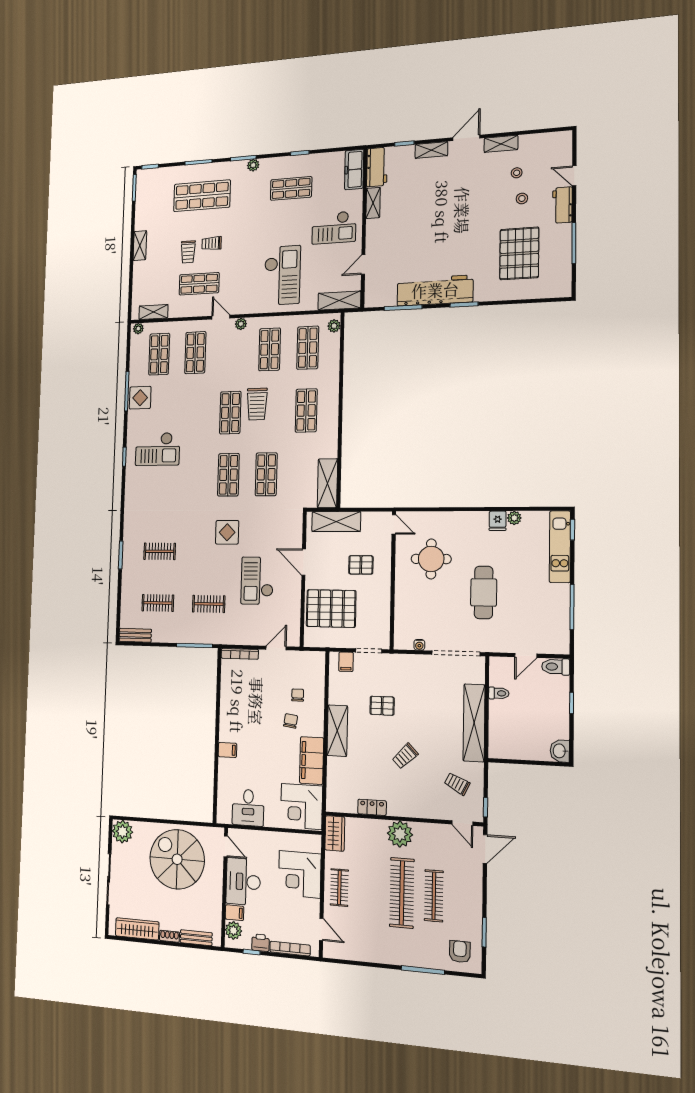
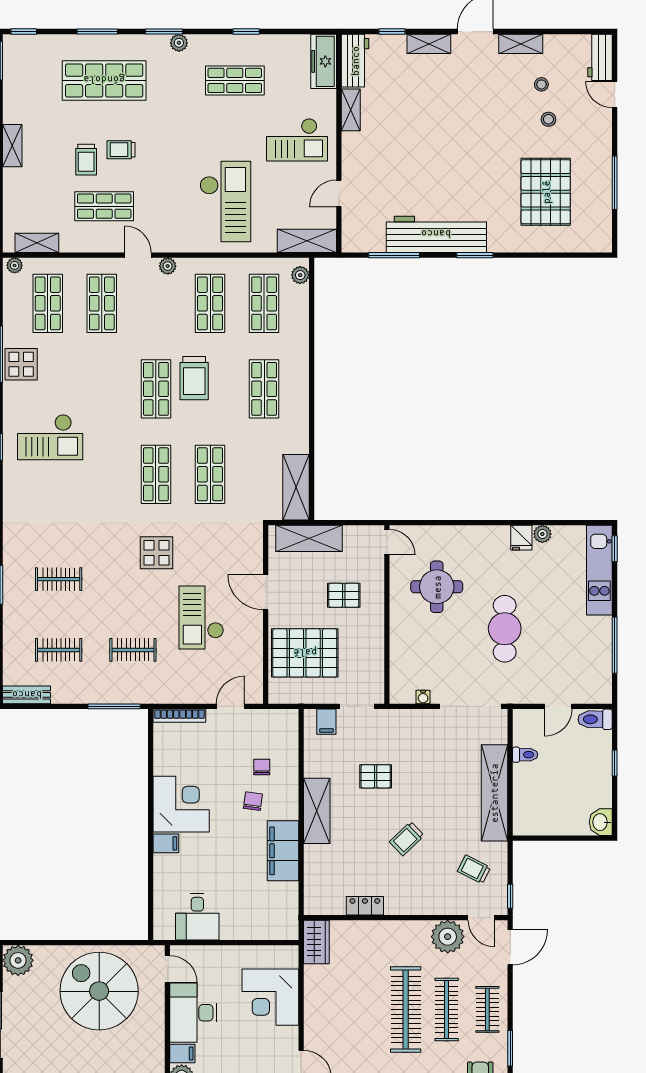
workbench: (562, 205) -> (600, 57), moved
corner desk: (301, 806) -> (181, 804), moved, turned 180
plant: (400, 834) -> (448, 937), moved
clothes rail: (339, 887) -> (487, 1009), moved

